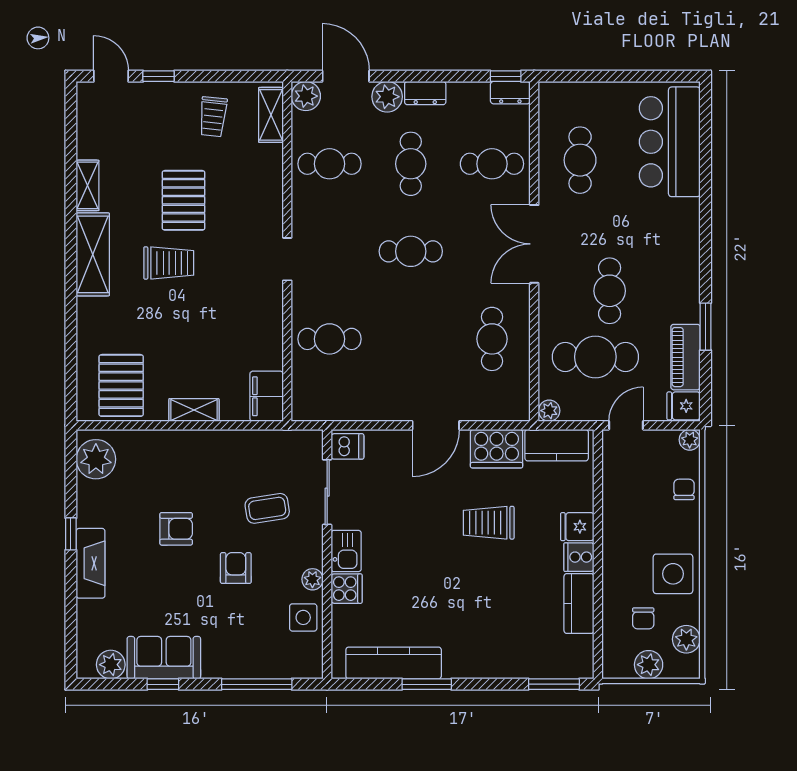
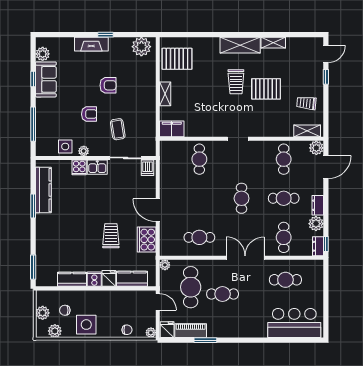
plant: (387, 97) -> (316, 224), moved
kitchen counter: (557, 445) -> (132, 279), moved, turned 90
armchair: (176, 529) -> (108, 85), turned -90

